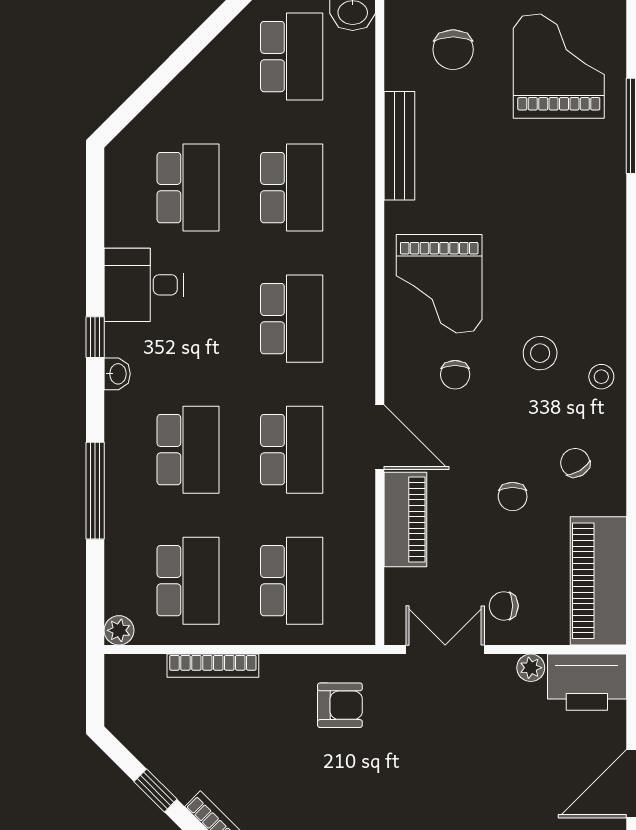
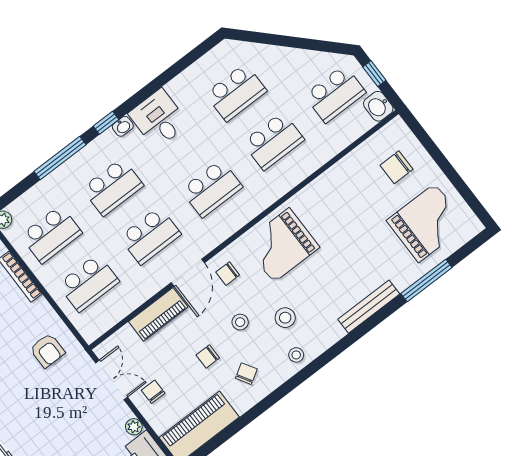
bench: (399, 146) -> (369, 307), moved
desk: (144, 285) -> (159, 119), moved
window: (95, 337) -> (106, 123), moved
chair: (455, 375) -> (228, 274), moved
stool: (500, 418) -> (240, 322), added

